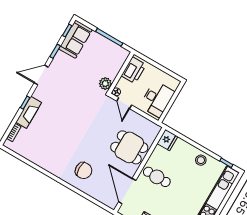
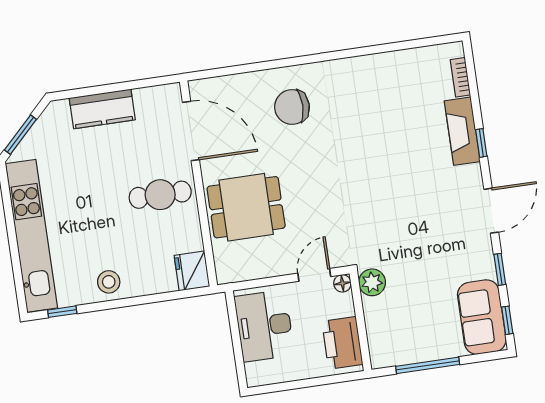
door: (124, 103) -> (314, 275), hinge flipped

